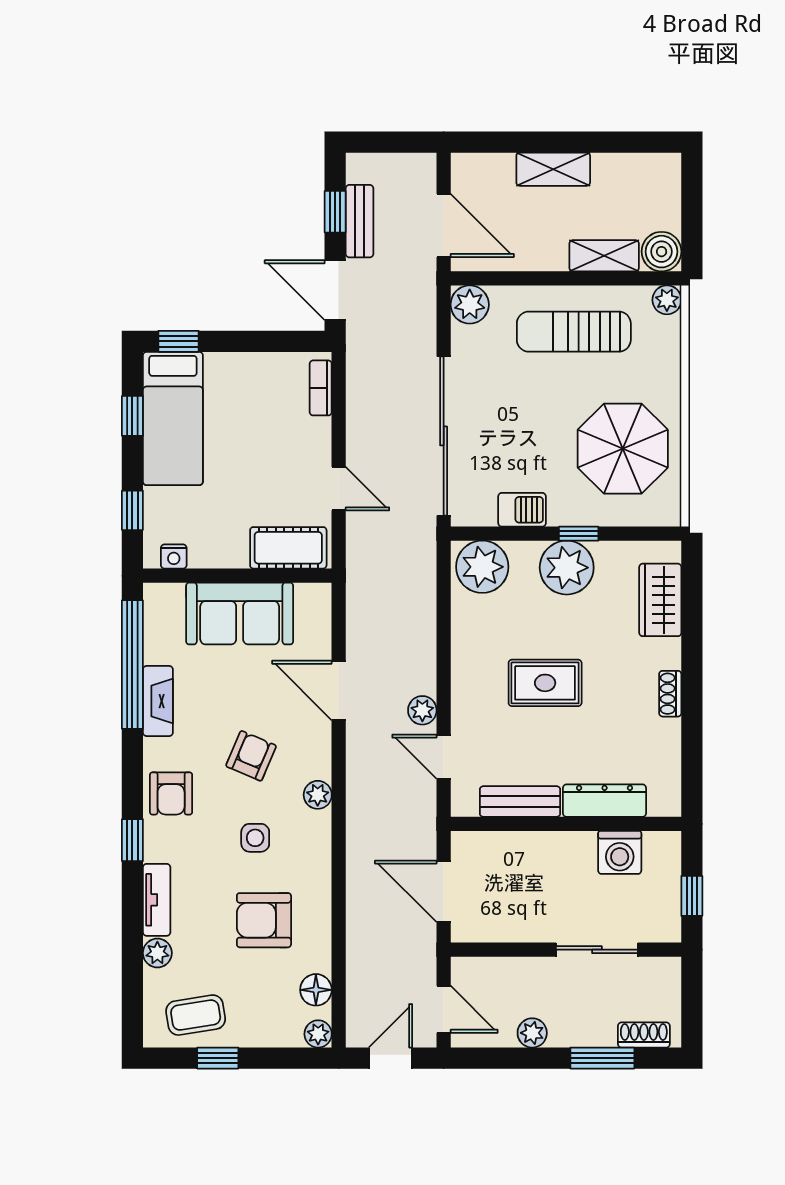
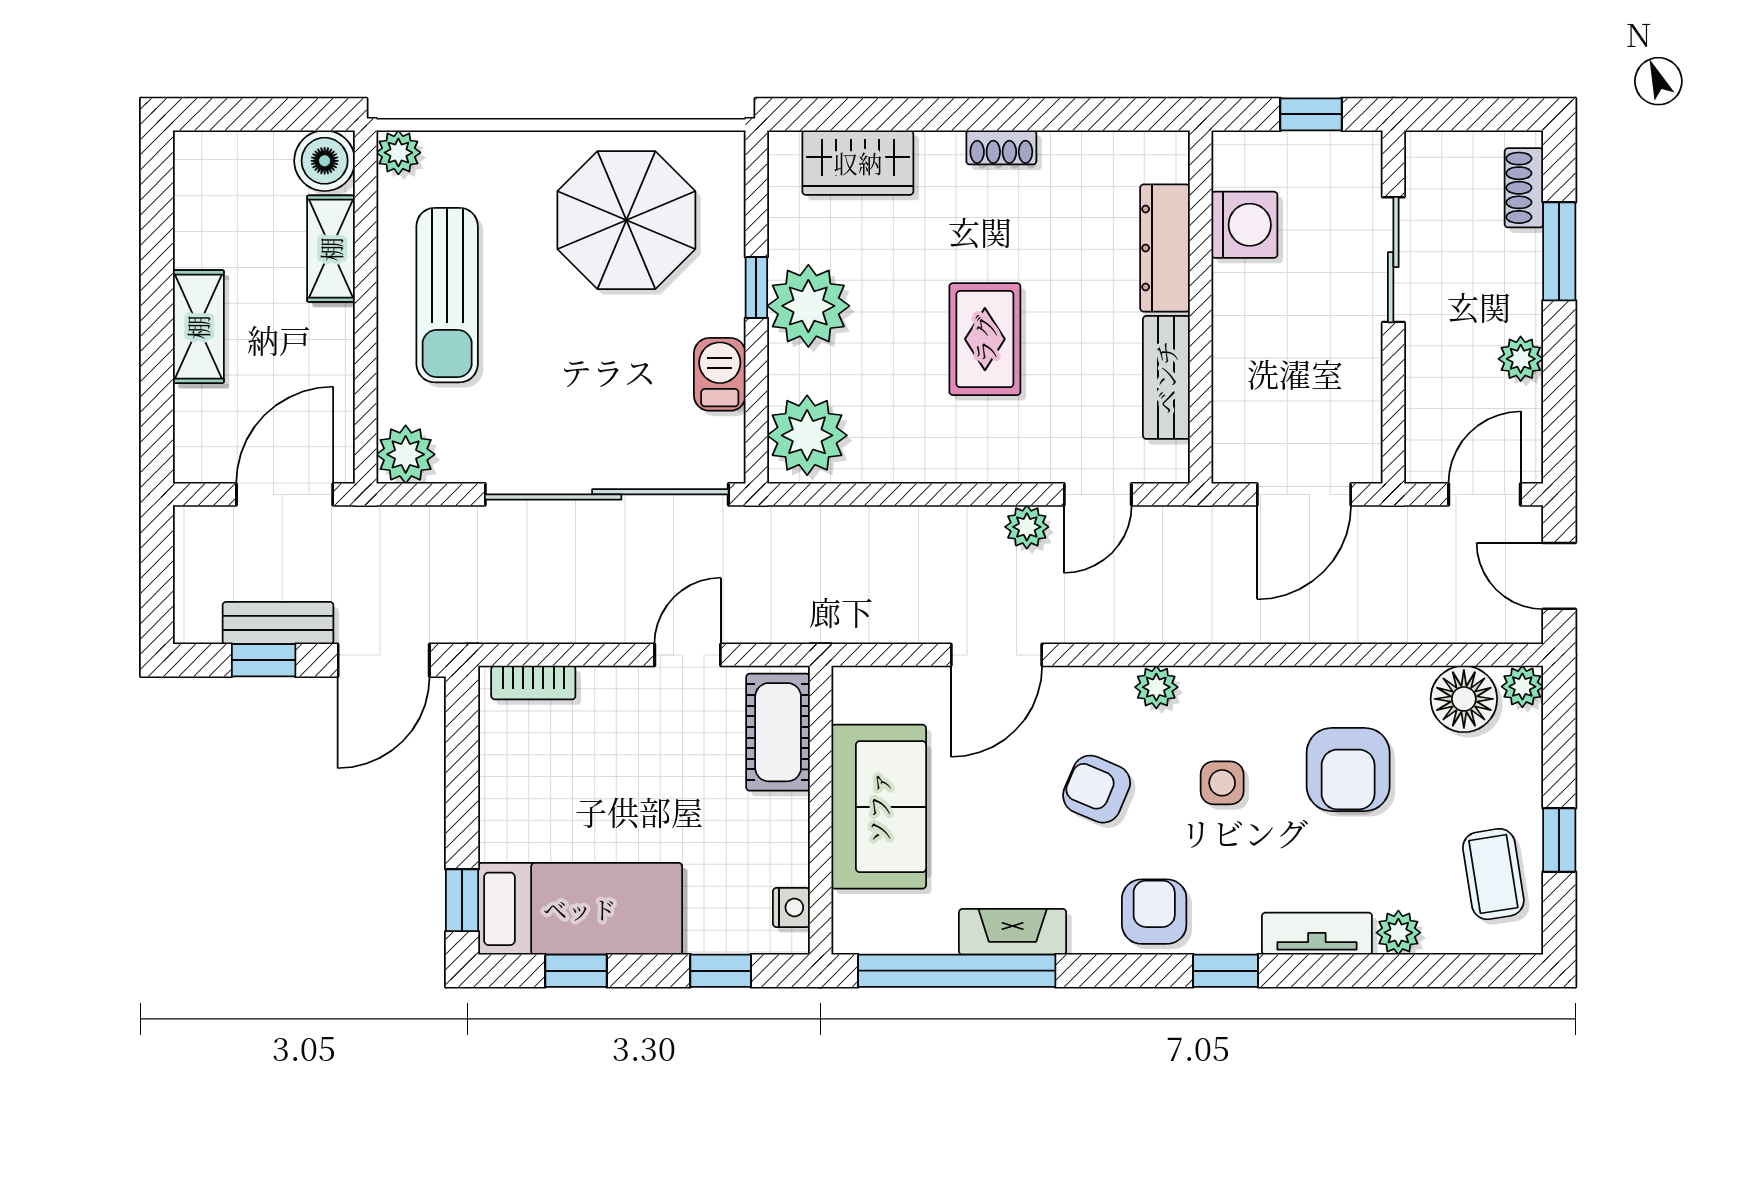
armchair: (171, 794) -> (1154, 912), turned -90
floor lamp: (316, 990) -> (1464, 699), width x1.38, depth x1.38

